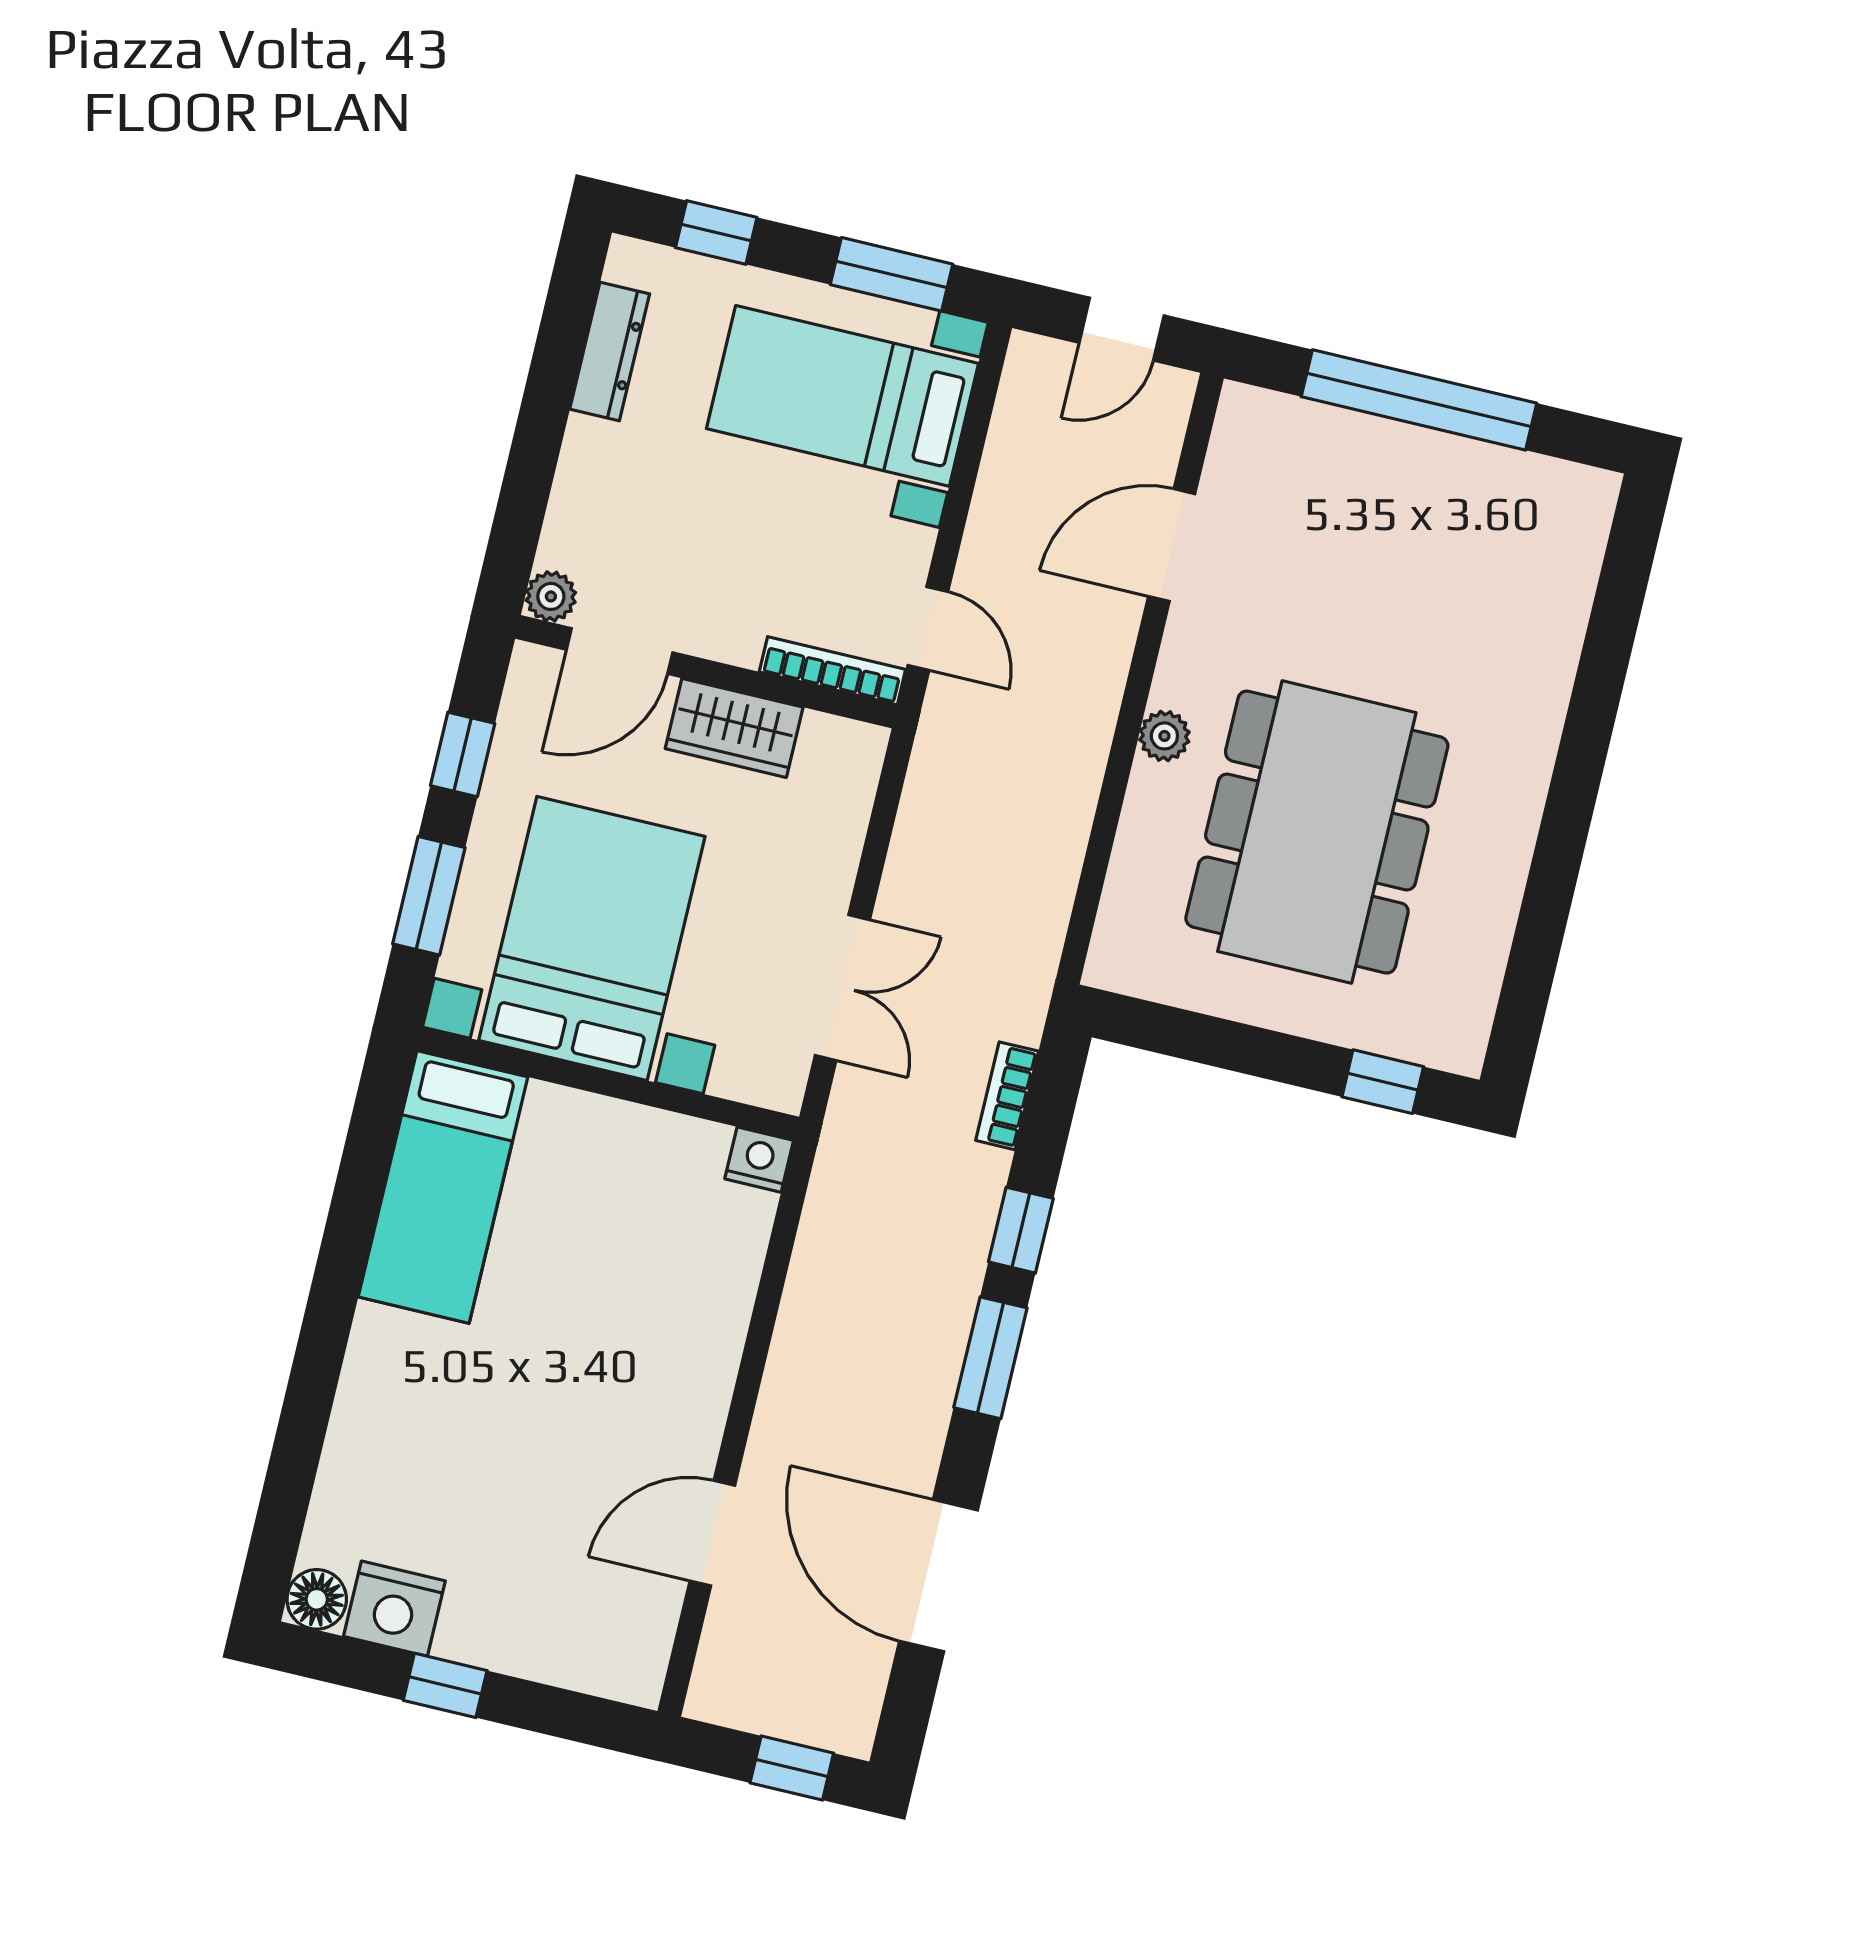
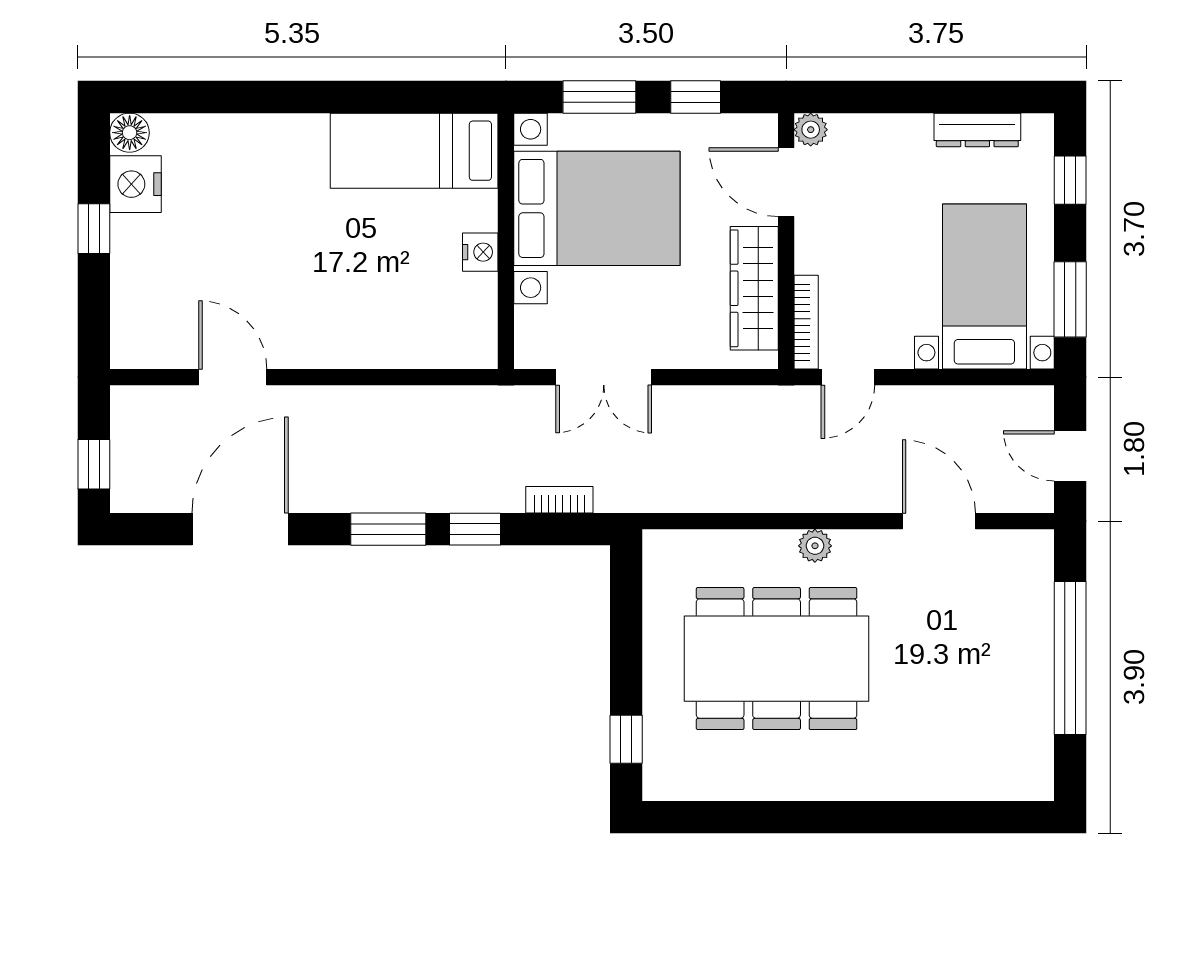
wardrobe: (734, 728) -> (754, 288), width x1.50
nightstand: (759, 1160) -> (480, 252), moved

